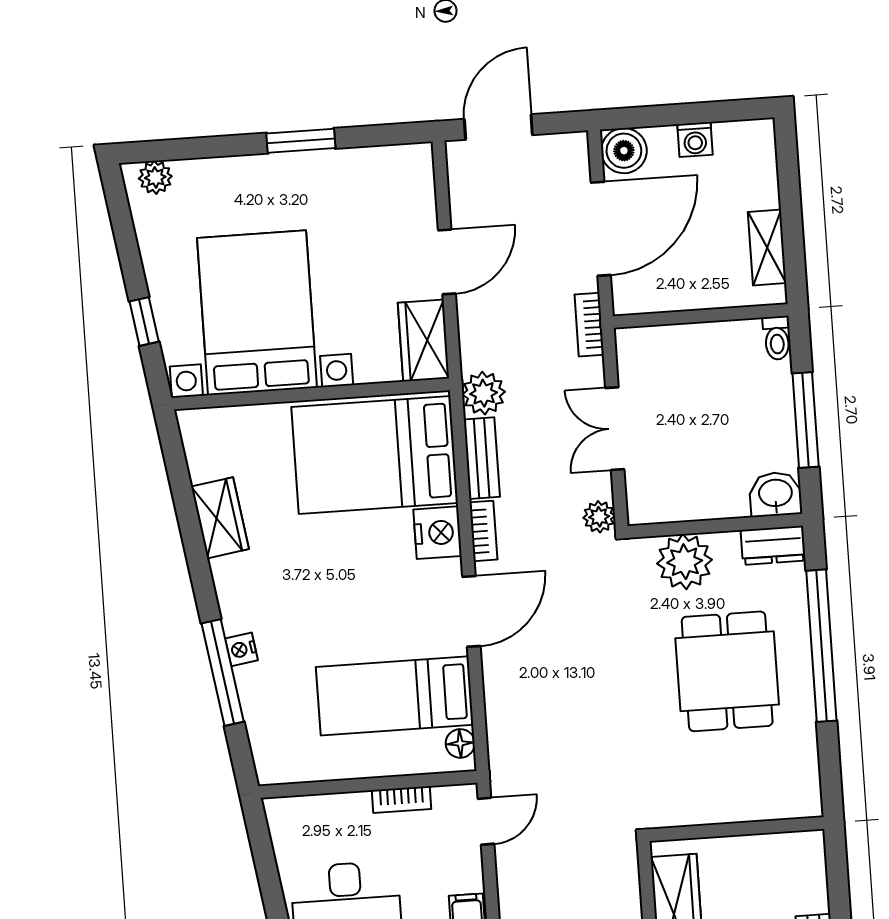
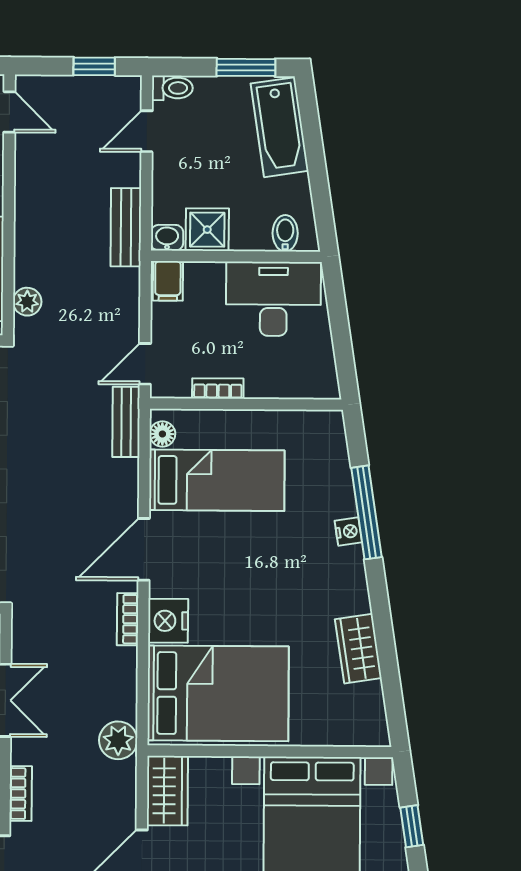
bench: (482, 458) -> (126, 422), moved
plant: (599, 517) -> (27, 302), moved

